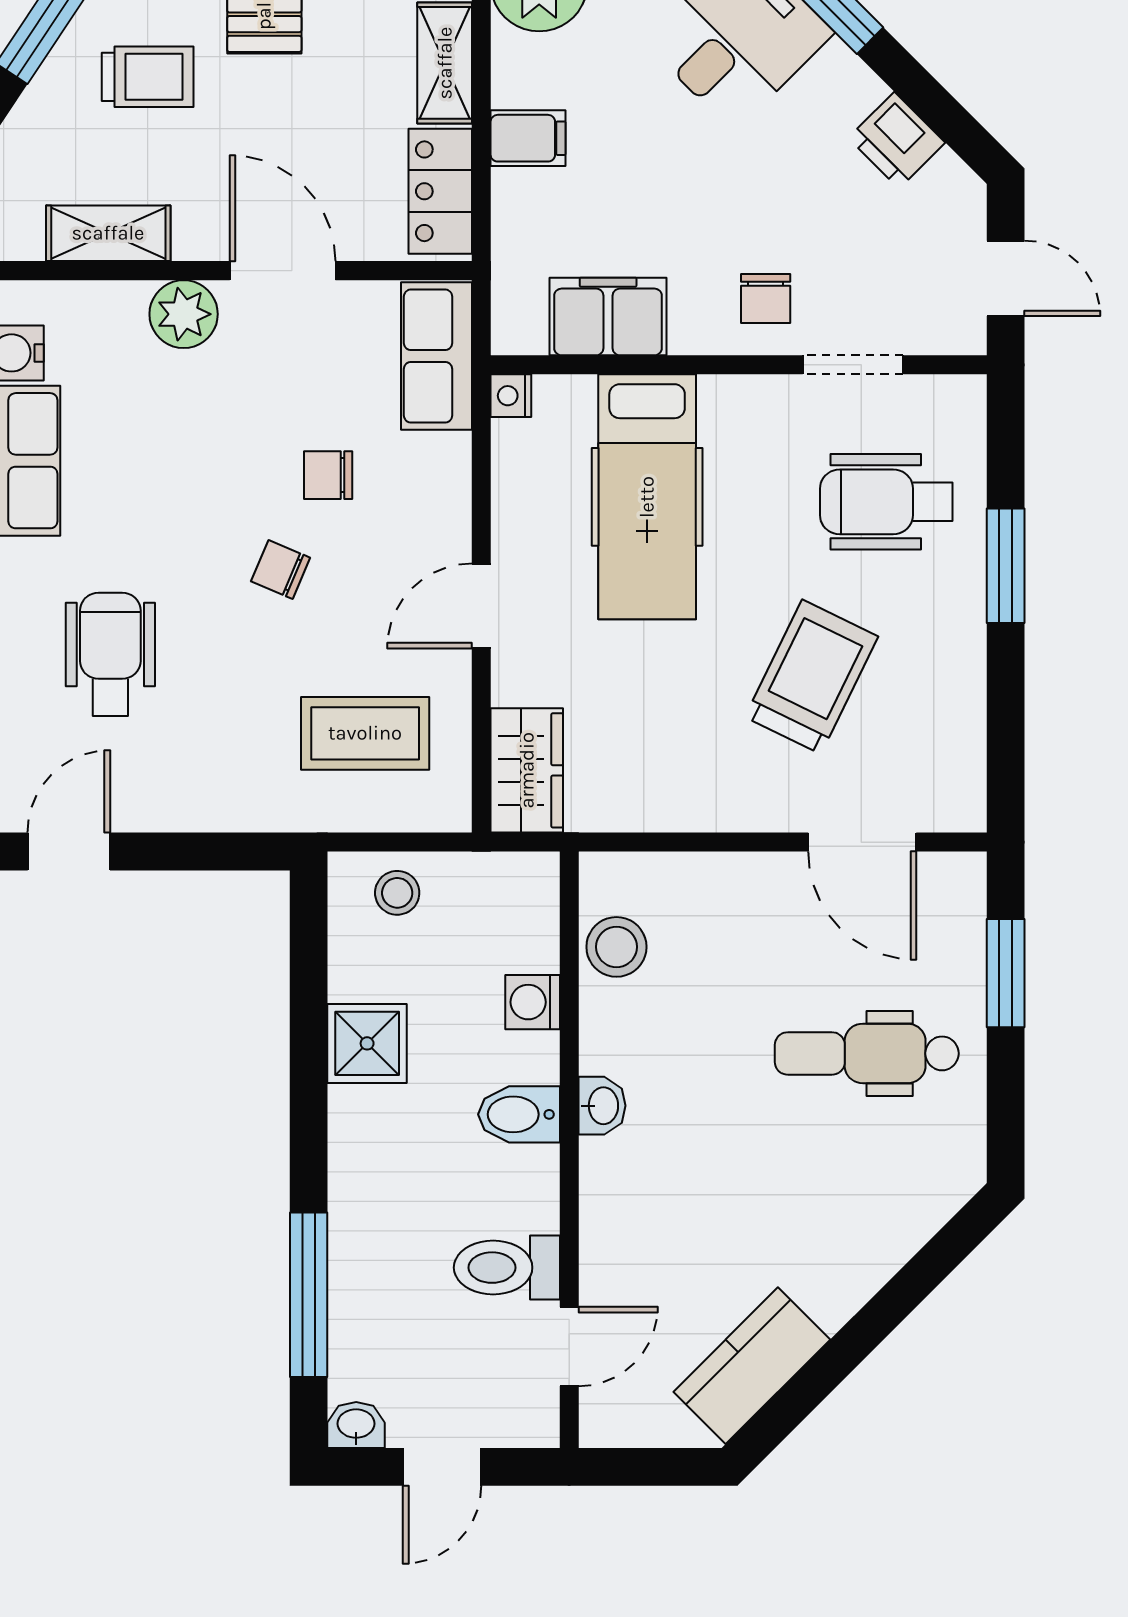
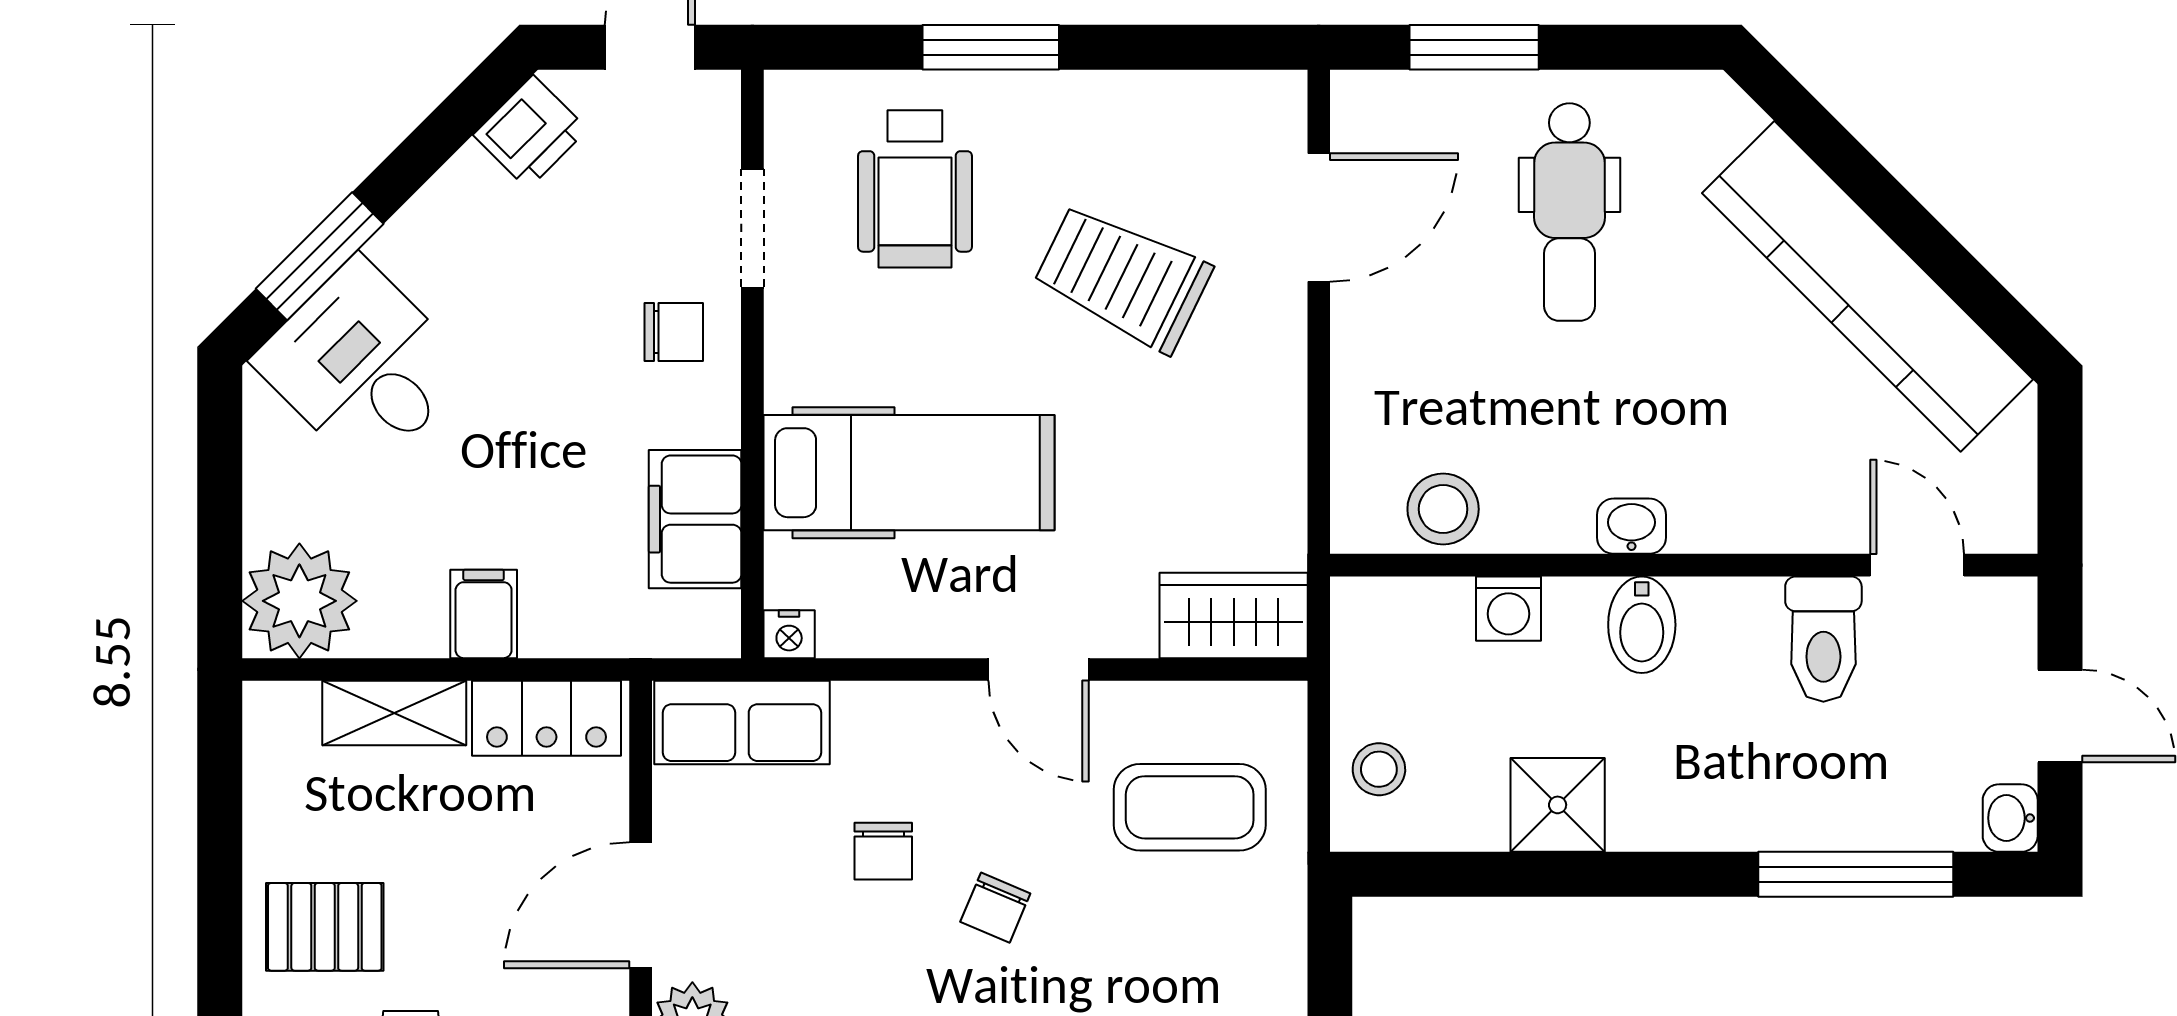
printer: (897, 140) -> (530, 132), moved
coffee table: (365, 733) -> (1190, 807), turned 90
kitchen counter: (752, 1366) -> (1867, 286), width x2.08, depth x1.17

